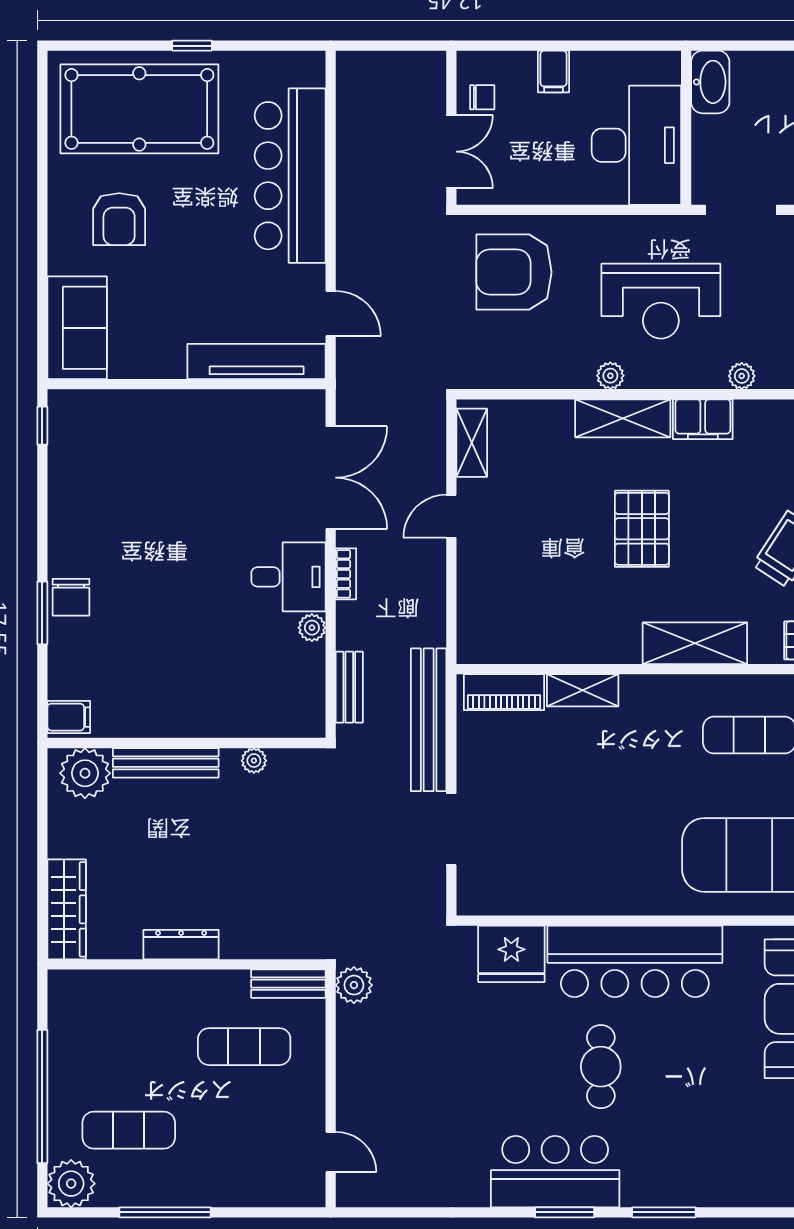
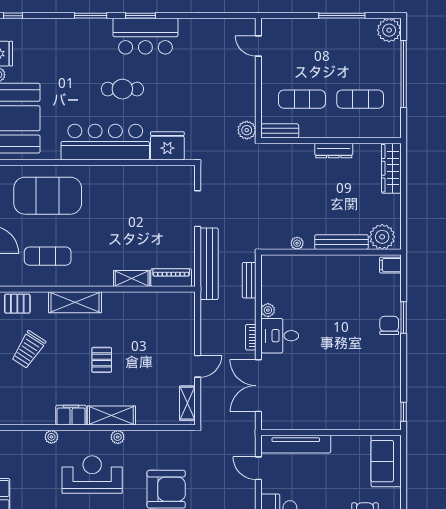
pallet: (642, 529) -> (102, 360), width x0.67, depth x0.71
cafe table: (601, 1067) -> (122, 89), turned 90
exercise mat: (129, 1130) -> (360, 99), moved

